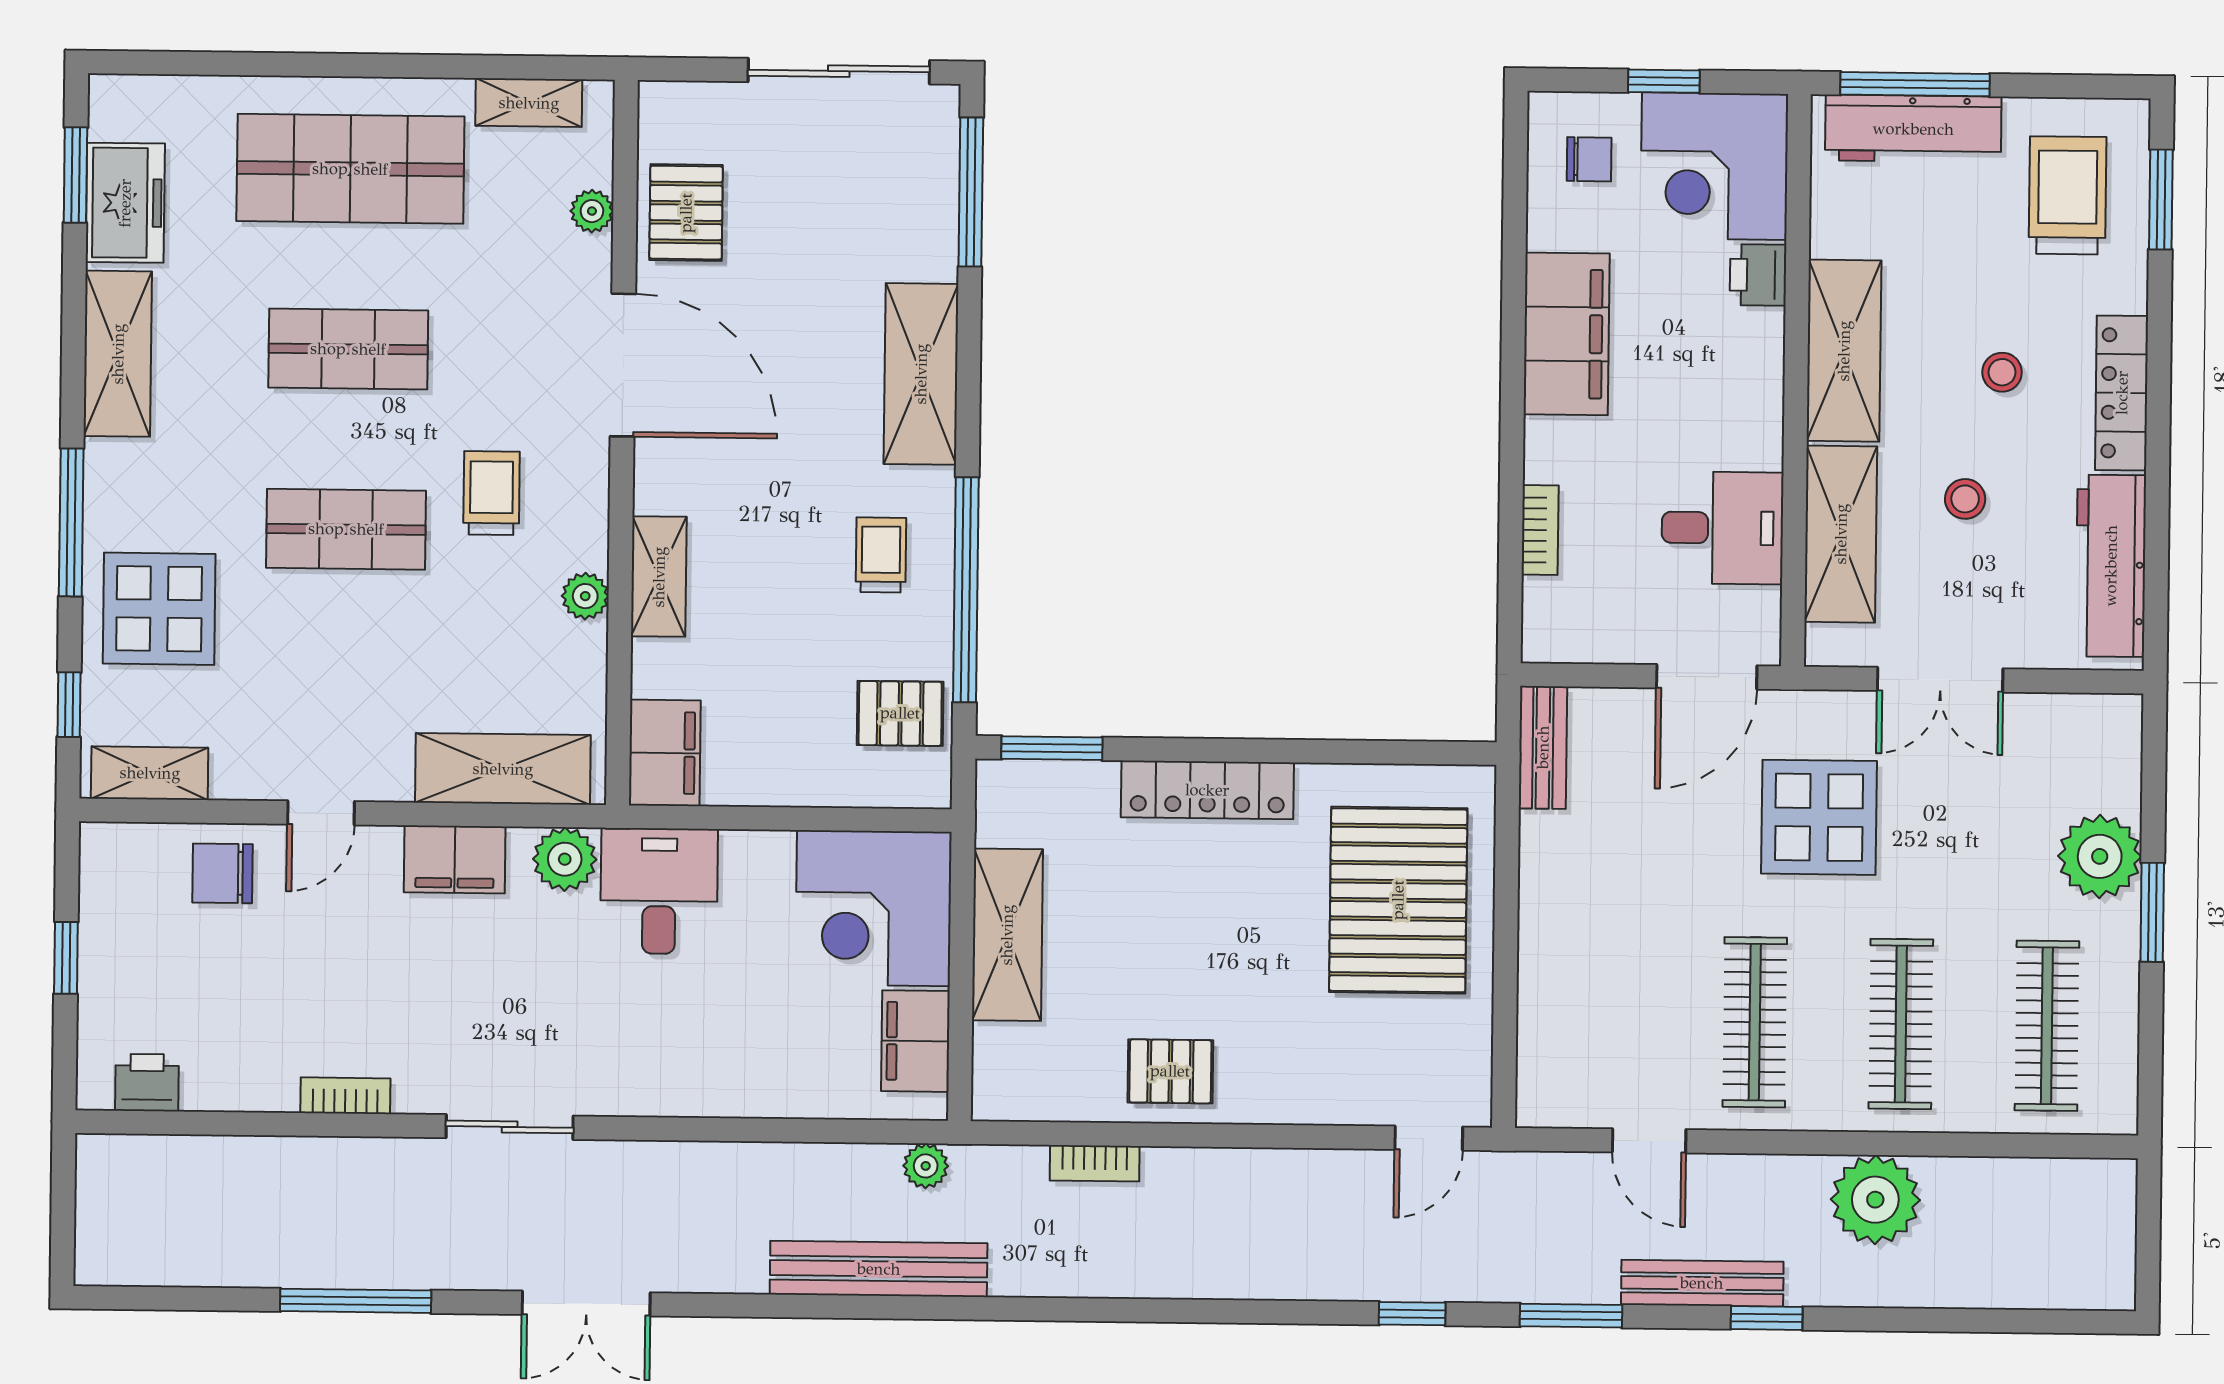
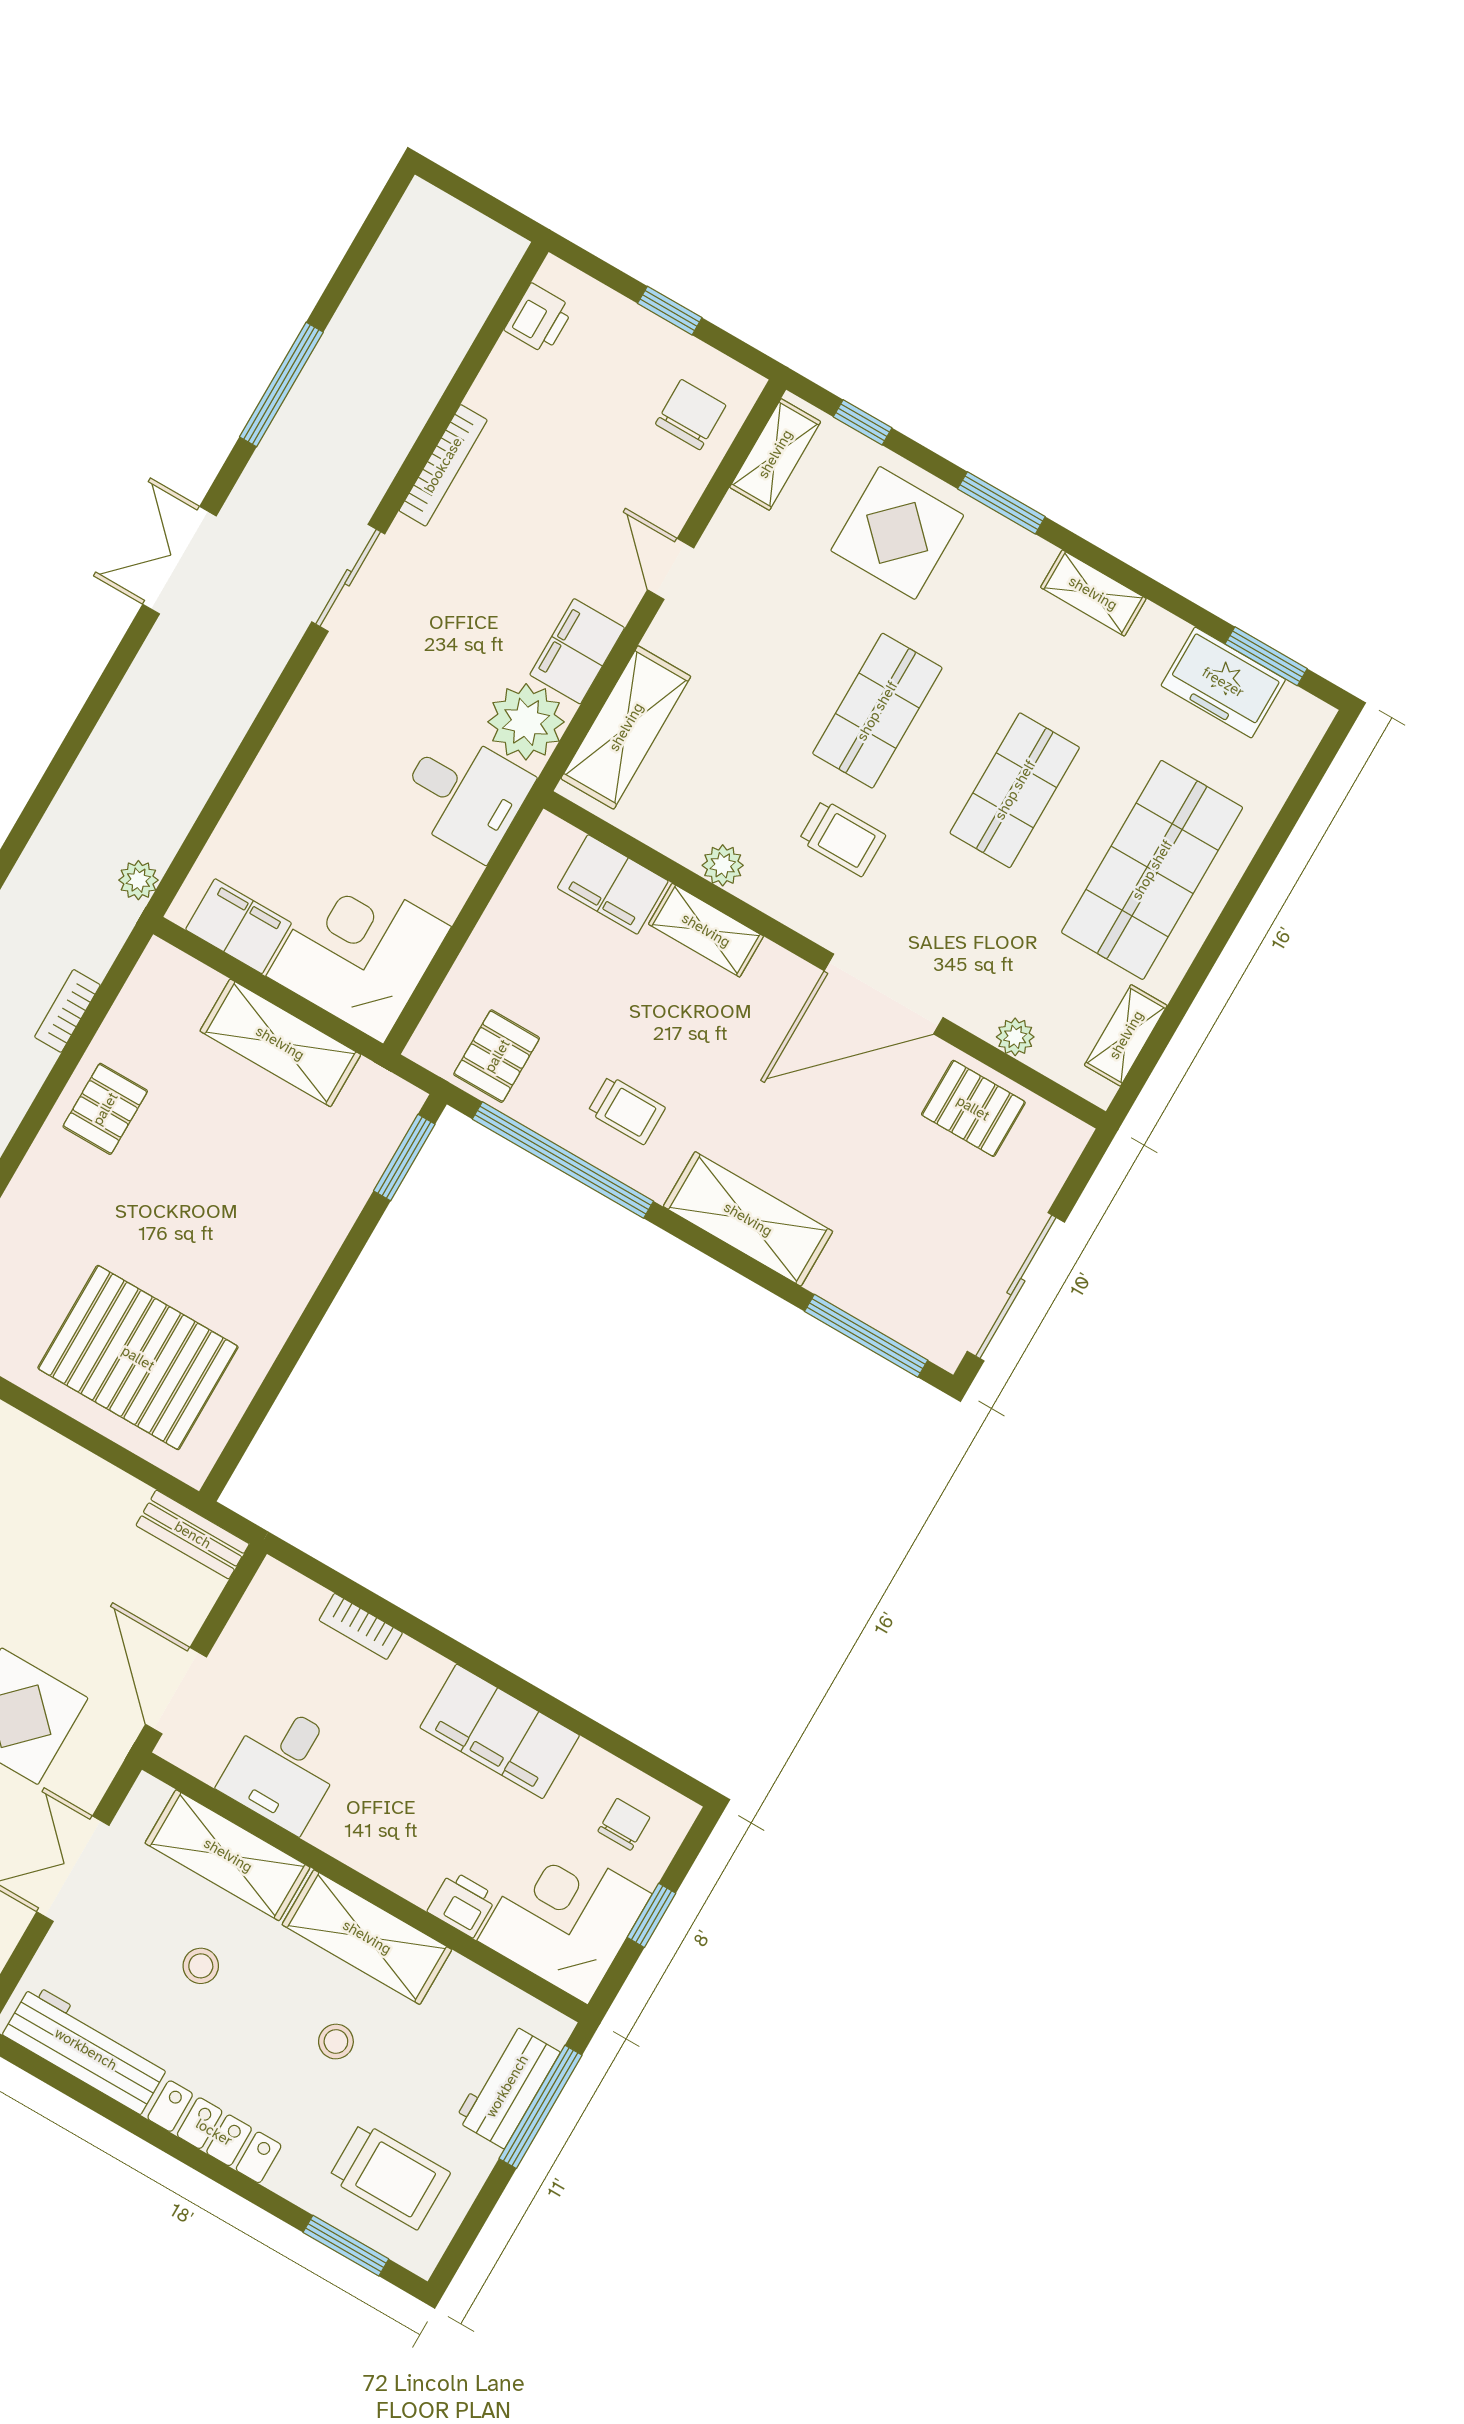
workbench: (1913, 129) -> (507, 2086), width x0.73
chair: (1589, 159) -> (624, 1824), turned 180
shelving: (118, 354) -> (1093, 593), width x0.67, depth x0.75
stool: (2002, 372) -> (336, 2042), moved
window: (71, 522) -> (1001, 503), width x0.69
filing cabinet: (665, 753) -> (613, 884), moved
locker: (1207, 790) -> (305, 1259), removed
plant: (565, 859) -> (526, 722), width x1.36, depth x1.36
chair: (222, 873) -> (691, 415), moved
bookcase: (345, 1096) -> (443, 465), width x1.56
bench: (879, 1269) -> (80, 800), removed

